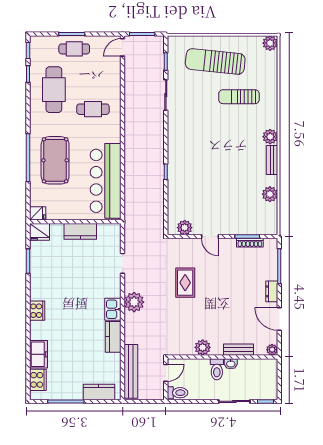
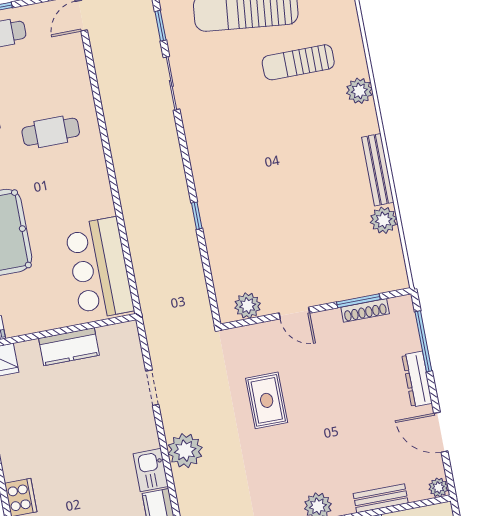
plant: (270, 137) -> (359, 91), moved
bench: (272, 160) -> (378, 170), width x1.36
bar counter: (106, 181) -> (99, 268), width x0.73
dresser: (272, 291) -> (417, 379), width x1.44

